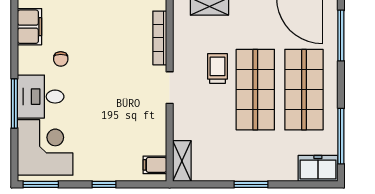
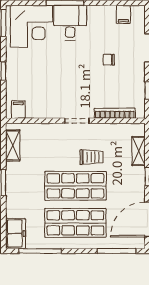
filing cabinet: (30, 27) -> (123, 14), width x0.50
chair: (61, 59) -> (109, 60), moved
shelving: (182, 161) -> (13, 145), moved, turned 90

